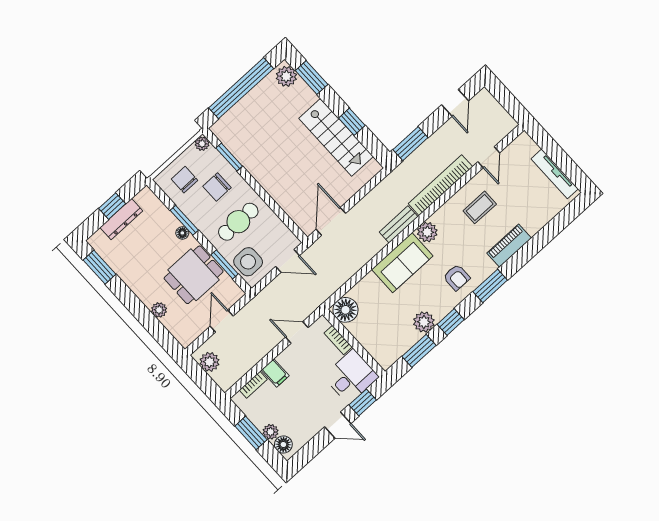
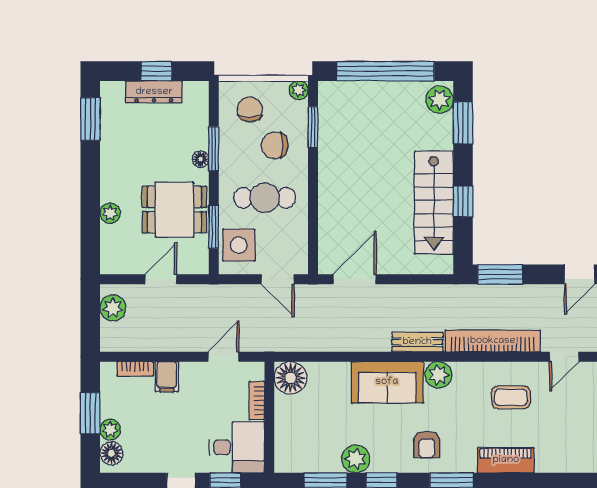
door: (297, 332) -> (223, 357), hinge flipped

